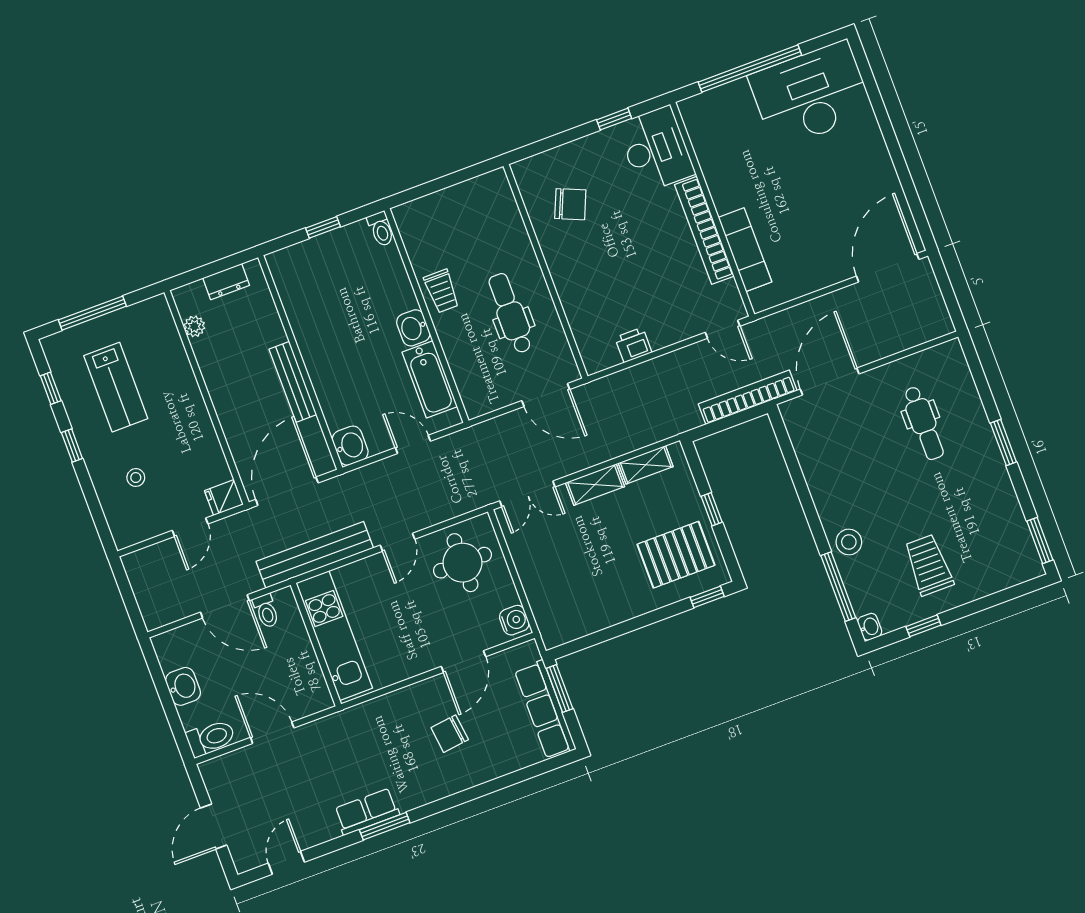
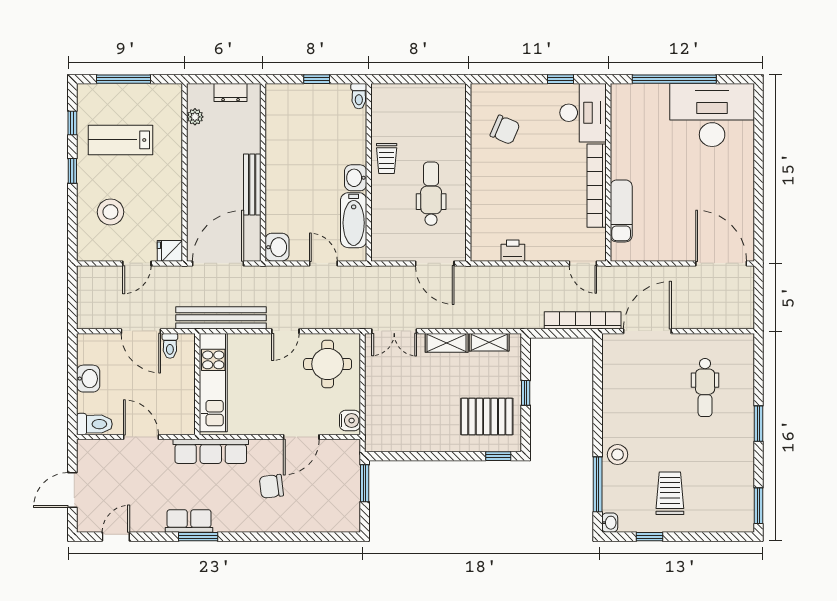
door: (888, 268) -> (721, 263), hinge flipped
lab bench: (116, 387) -> (121, 140), turned 90
stool: (136, 478) -> (110, 212), width x1.89, depth x1.89
row of seats: (545, 710) -> (211, 451), moved, turned -90

